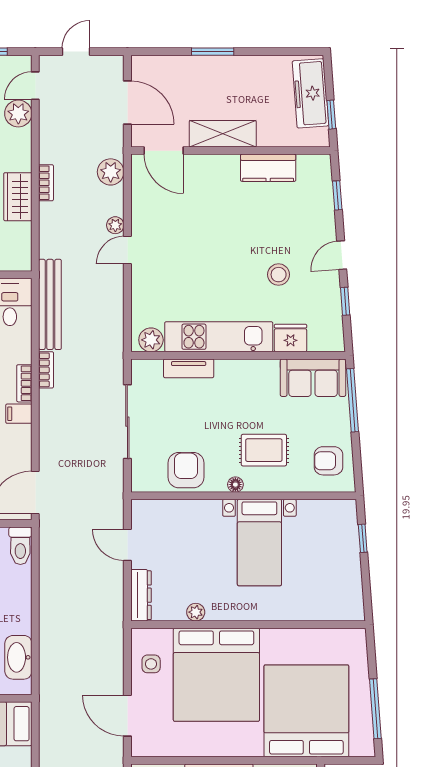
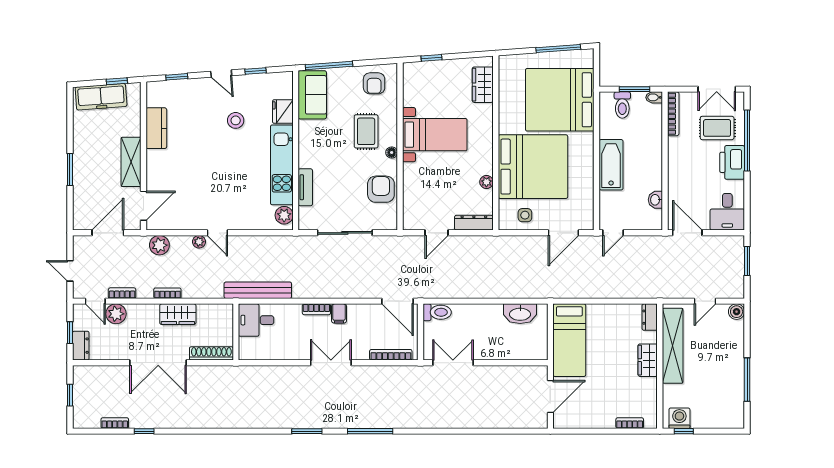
bookcase: (46, 370) -> (122, 293), moved
armchair: (186, 470) -> (381, 189), turned 90
wardrobe: (327, 607) -> (483, 85), added

